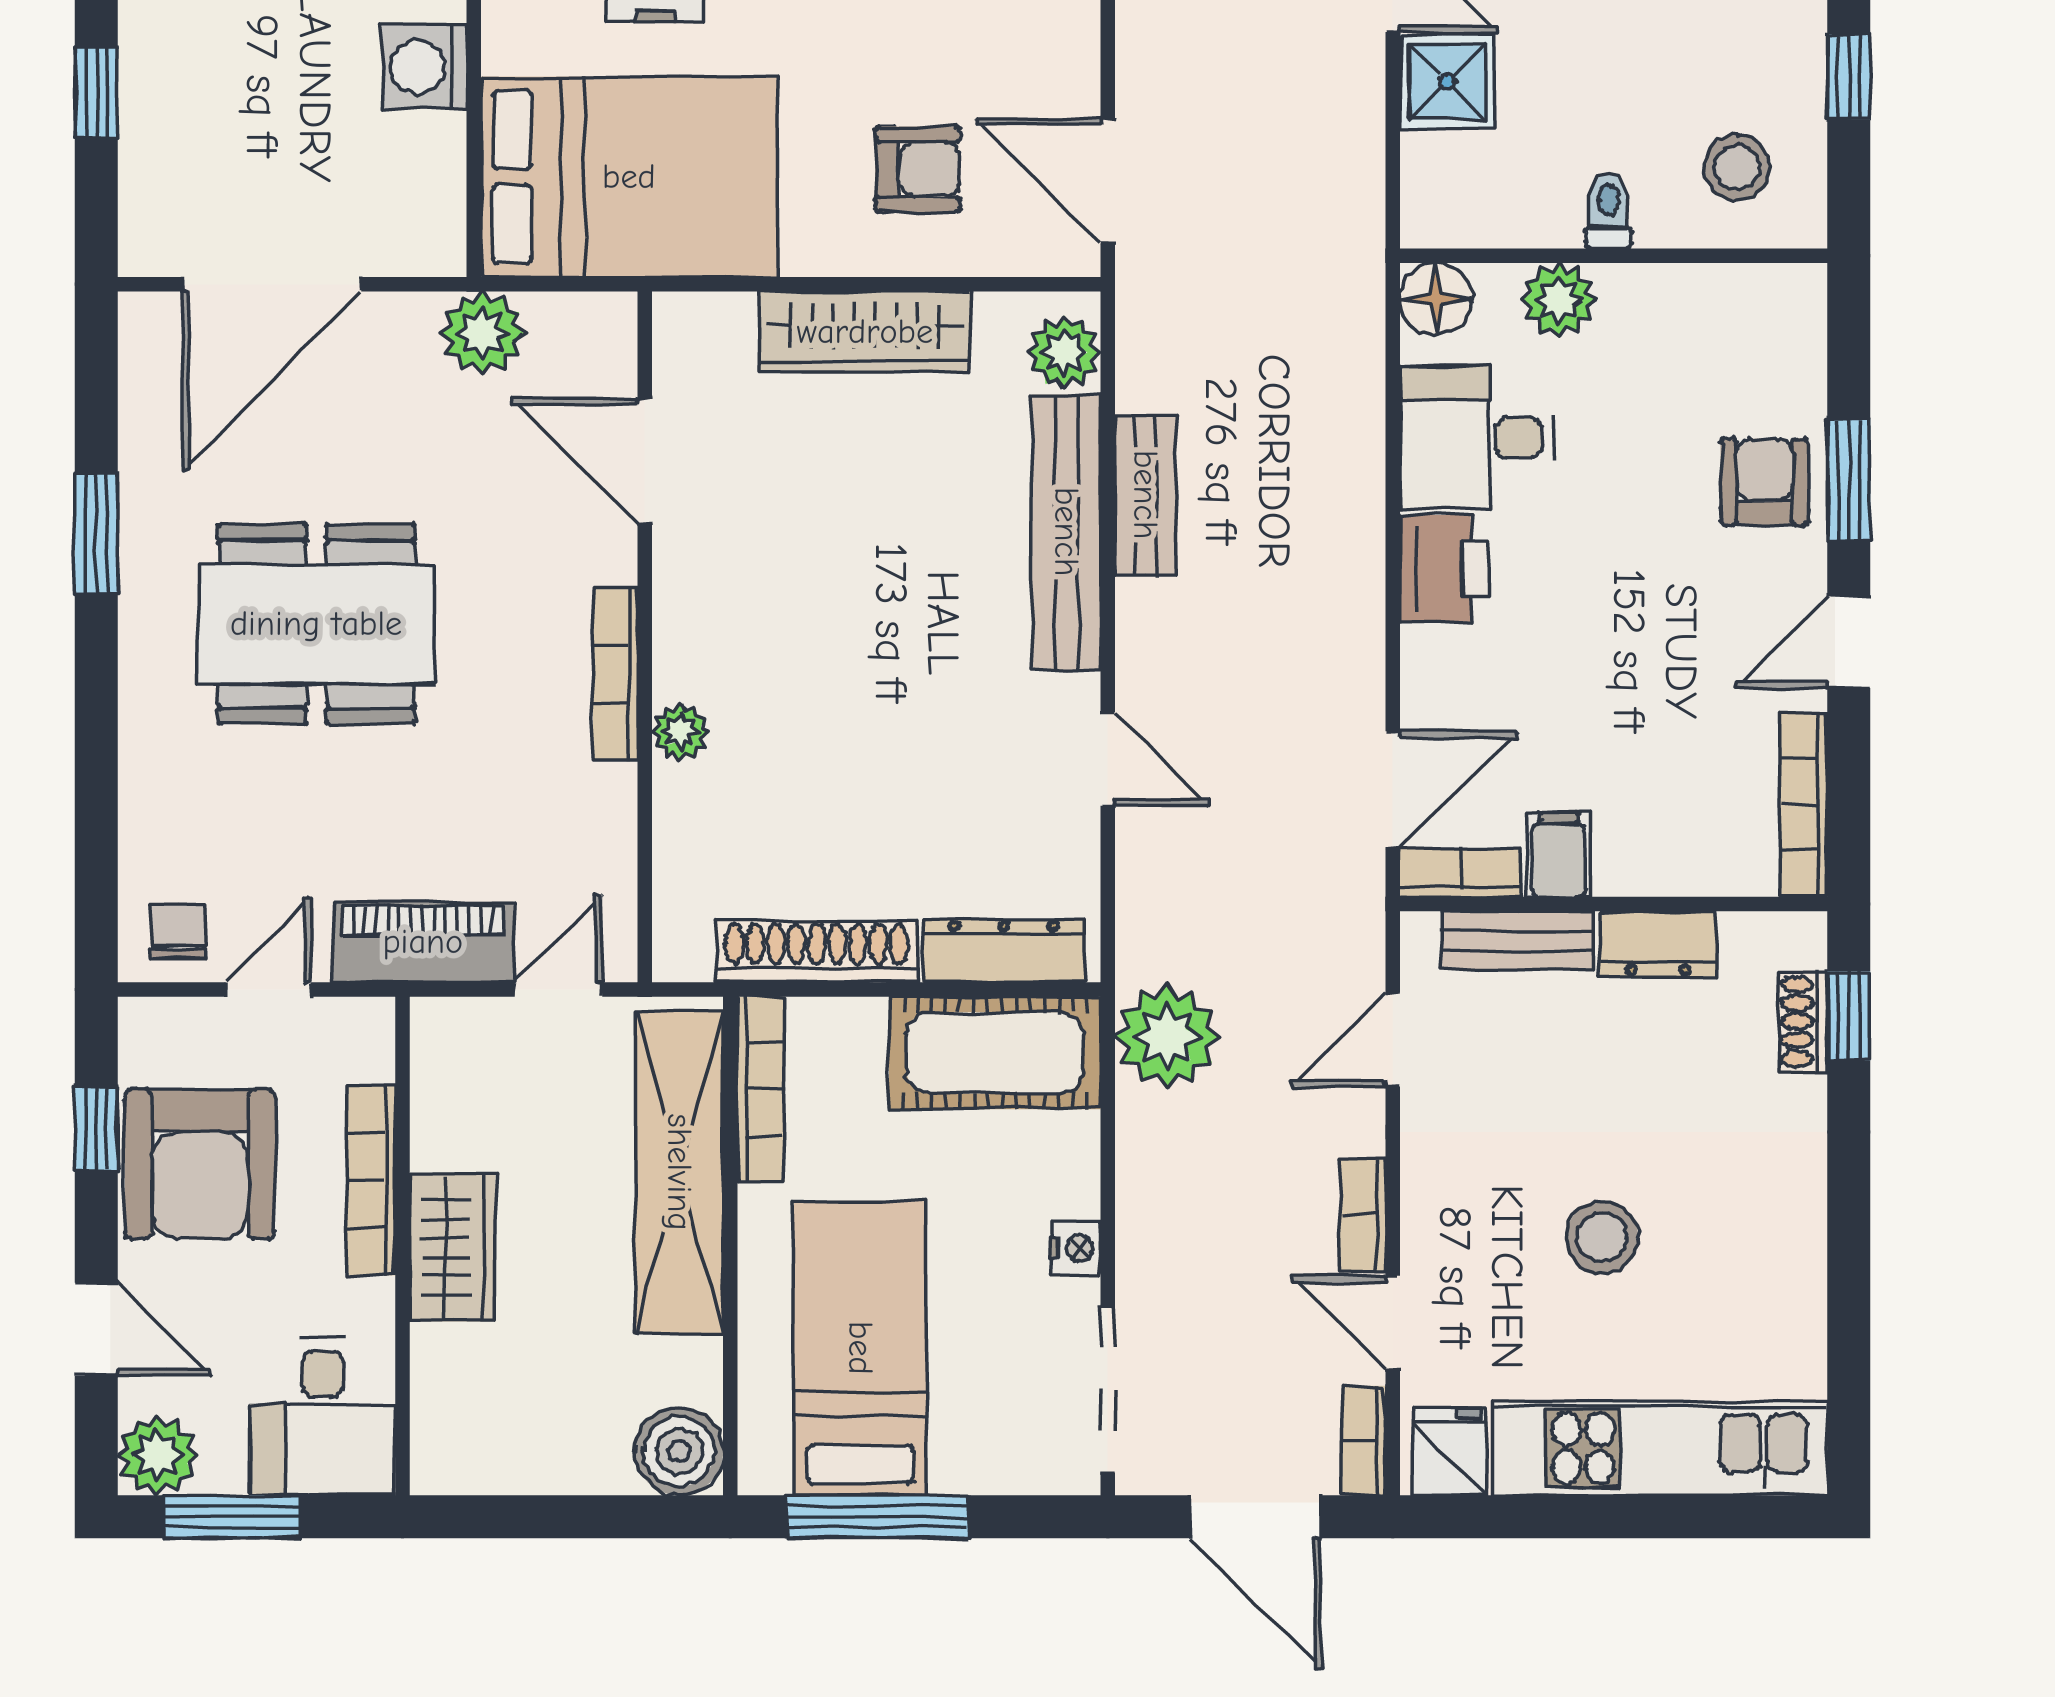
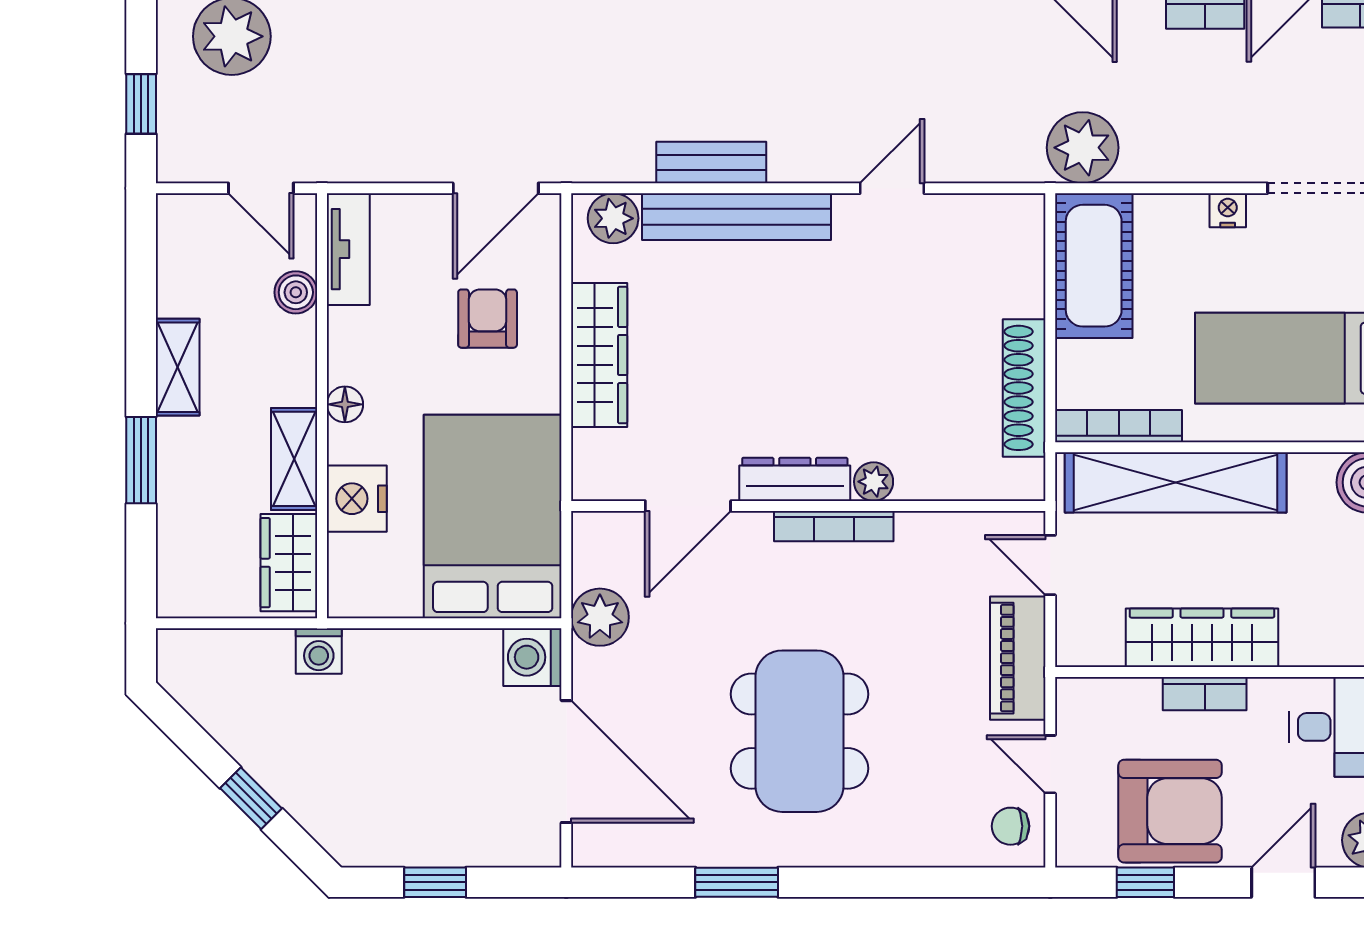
washing machine: (424, 67) -> (532, 657), moved, turned 90
dresser: (1004, 951) -> (795, 479), moved, turned 90
bookcase: (371, 1180) -> (1205, 694), width x0.64
wardrobe: (453, 1248) -> (1202, 638), width x1.50

